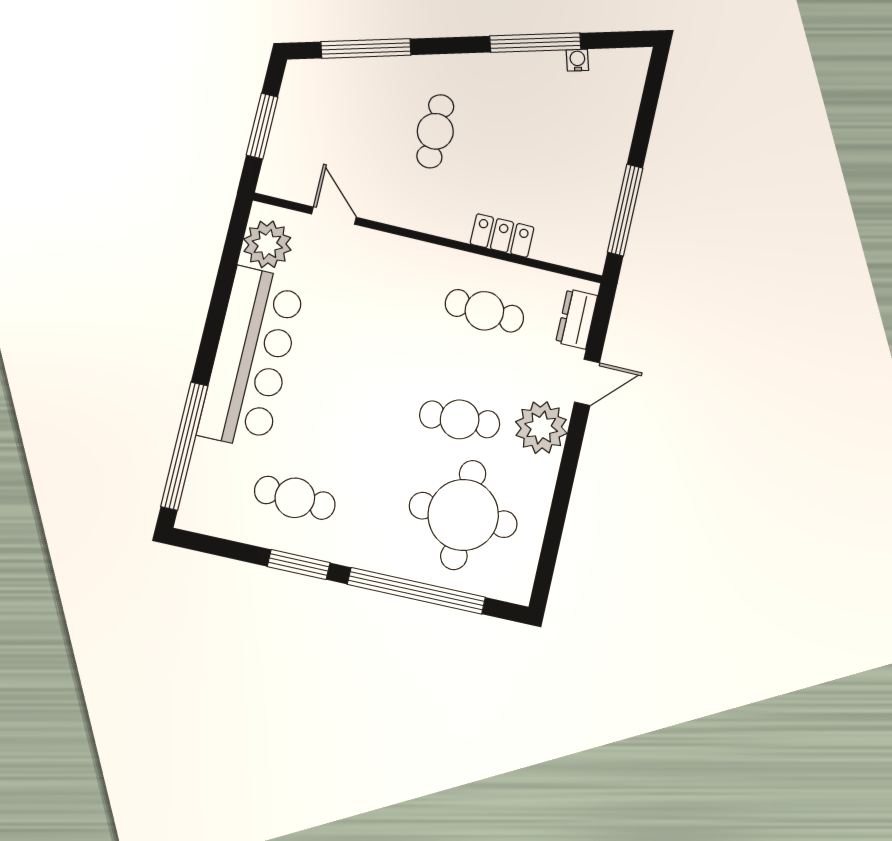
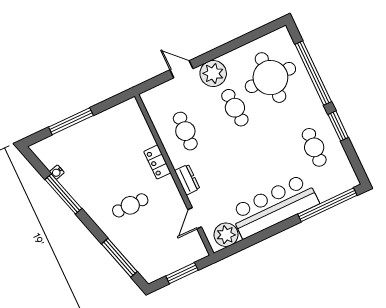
window: (625, 210) -> (71, 121), moved
locker: (502, 236) -> (157, 162), moved
dresser: (577, 319) -> (187, 180), moved, turned -90

